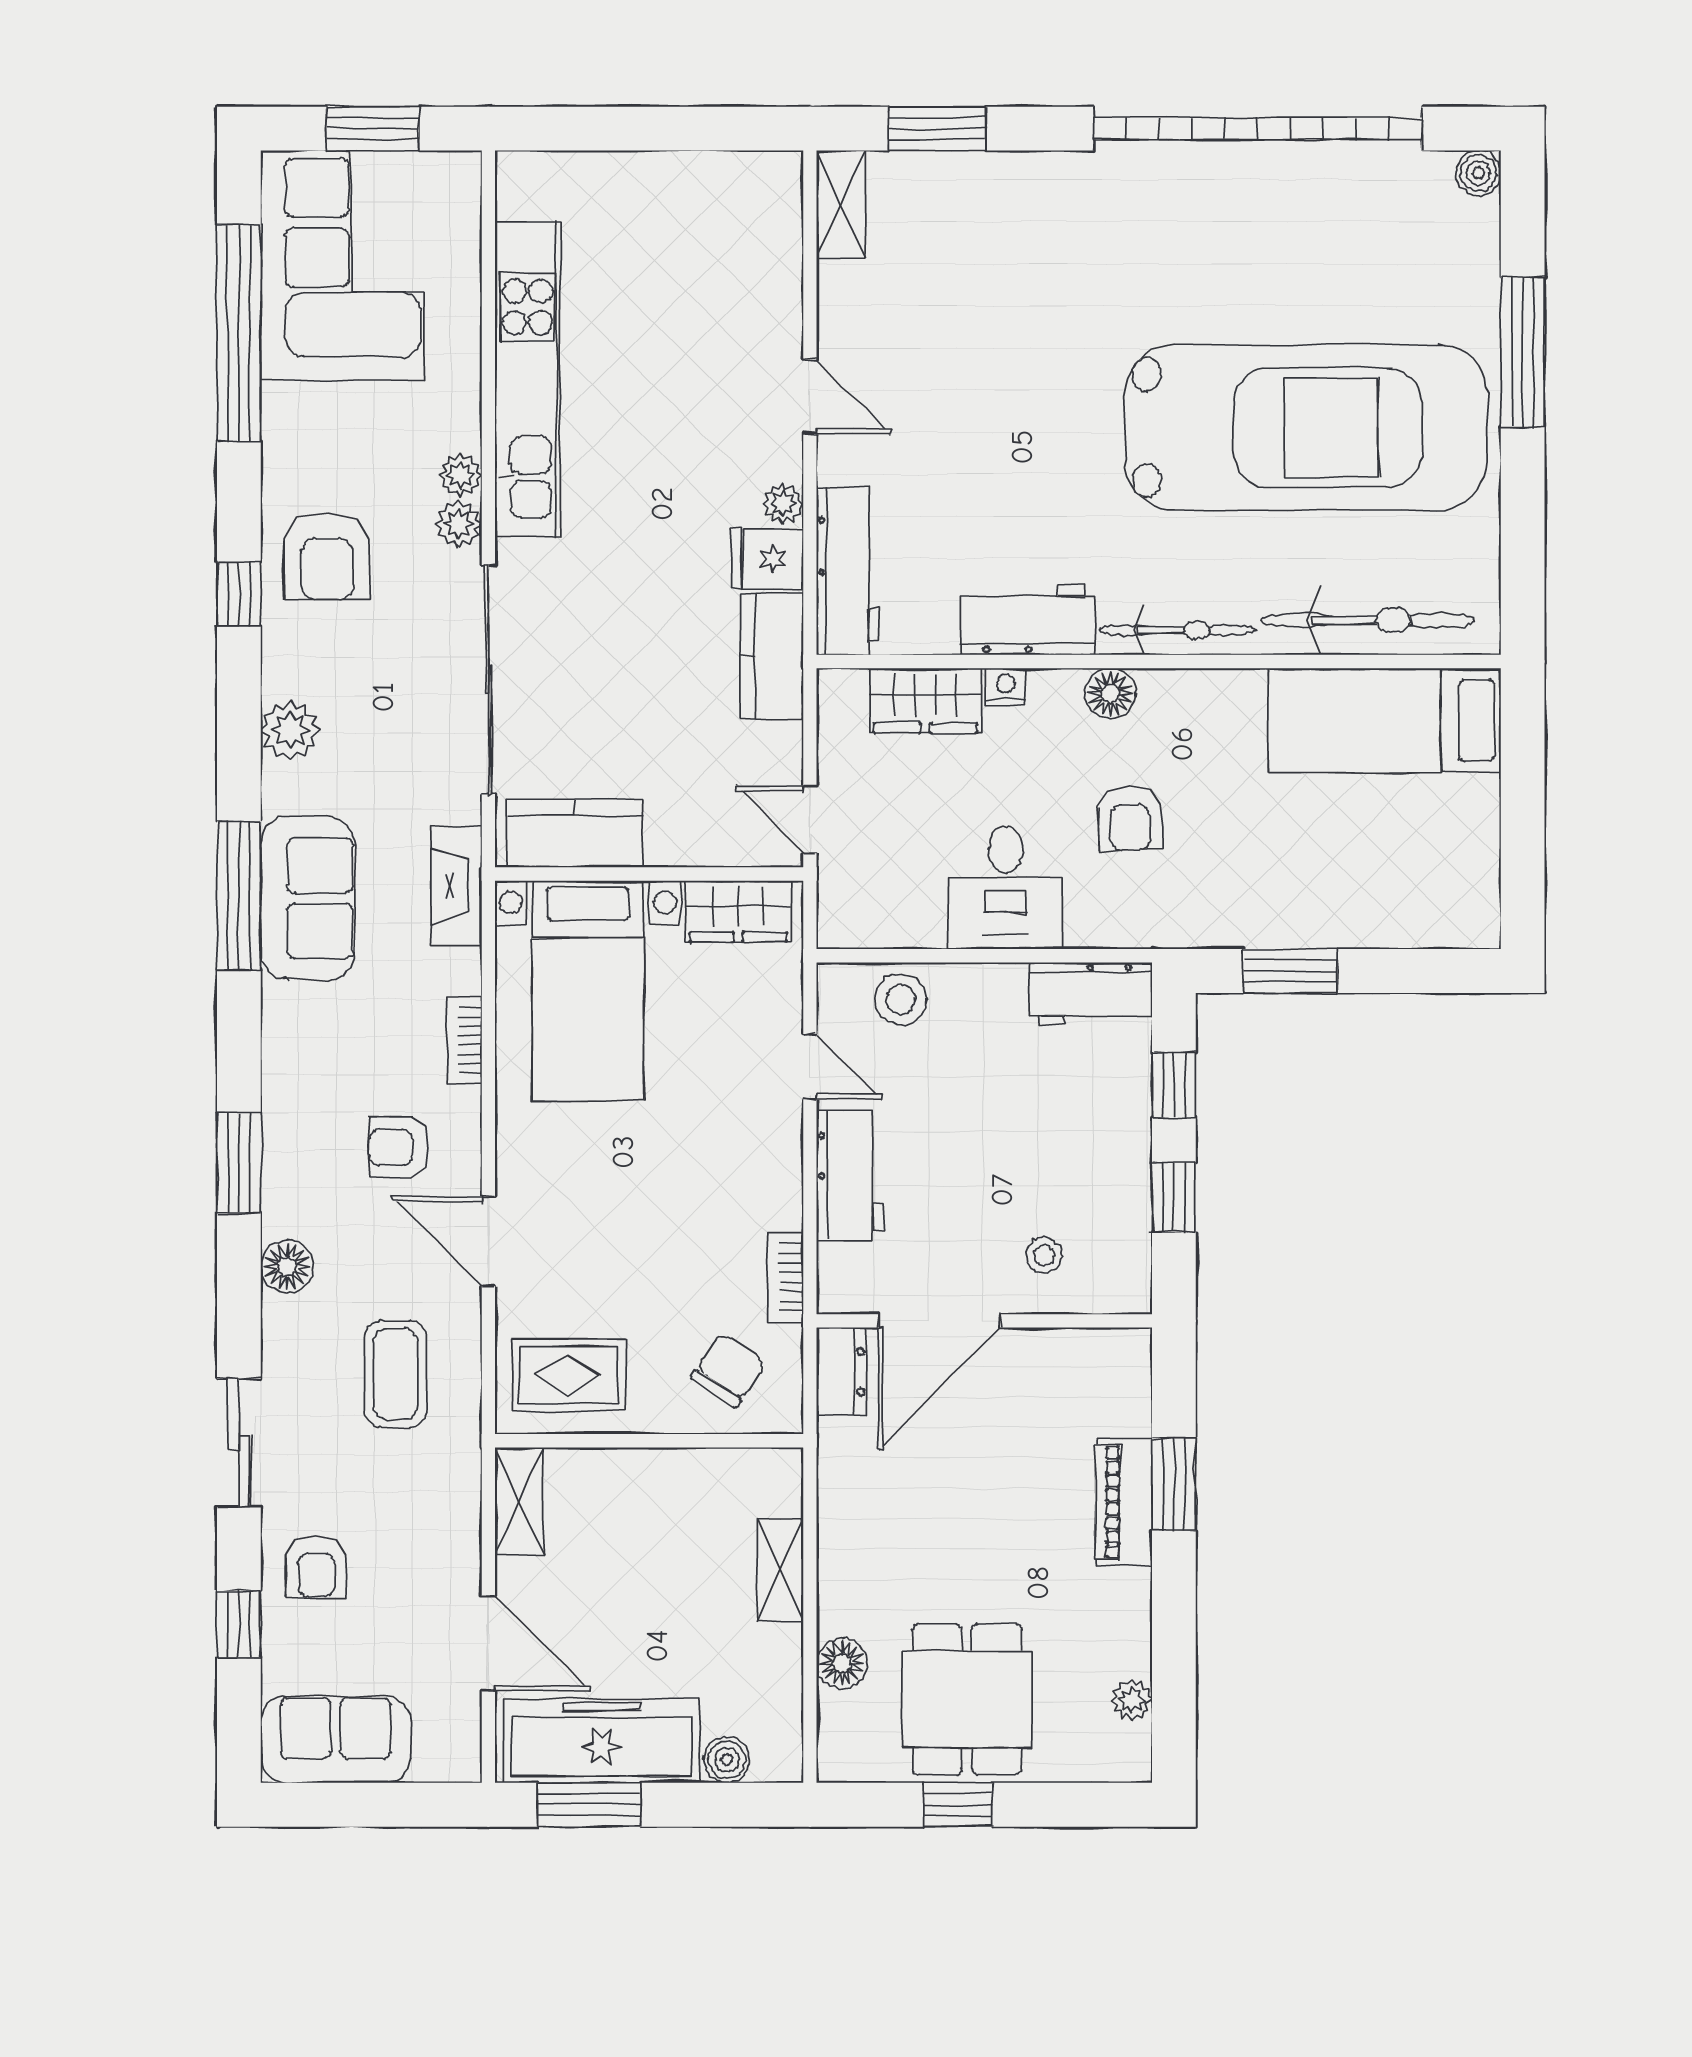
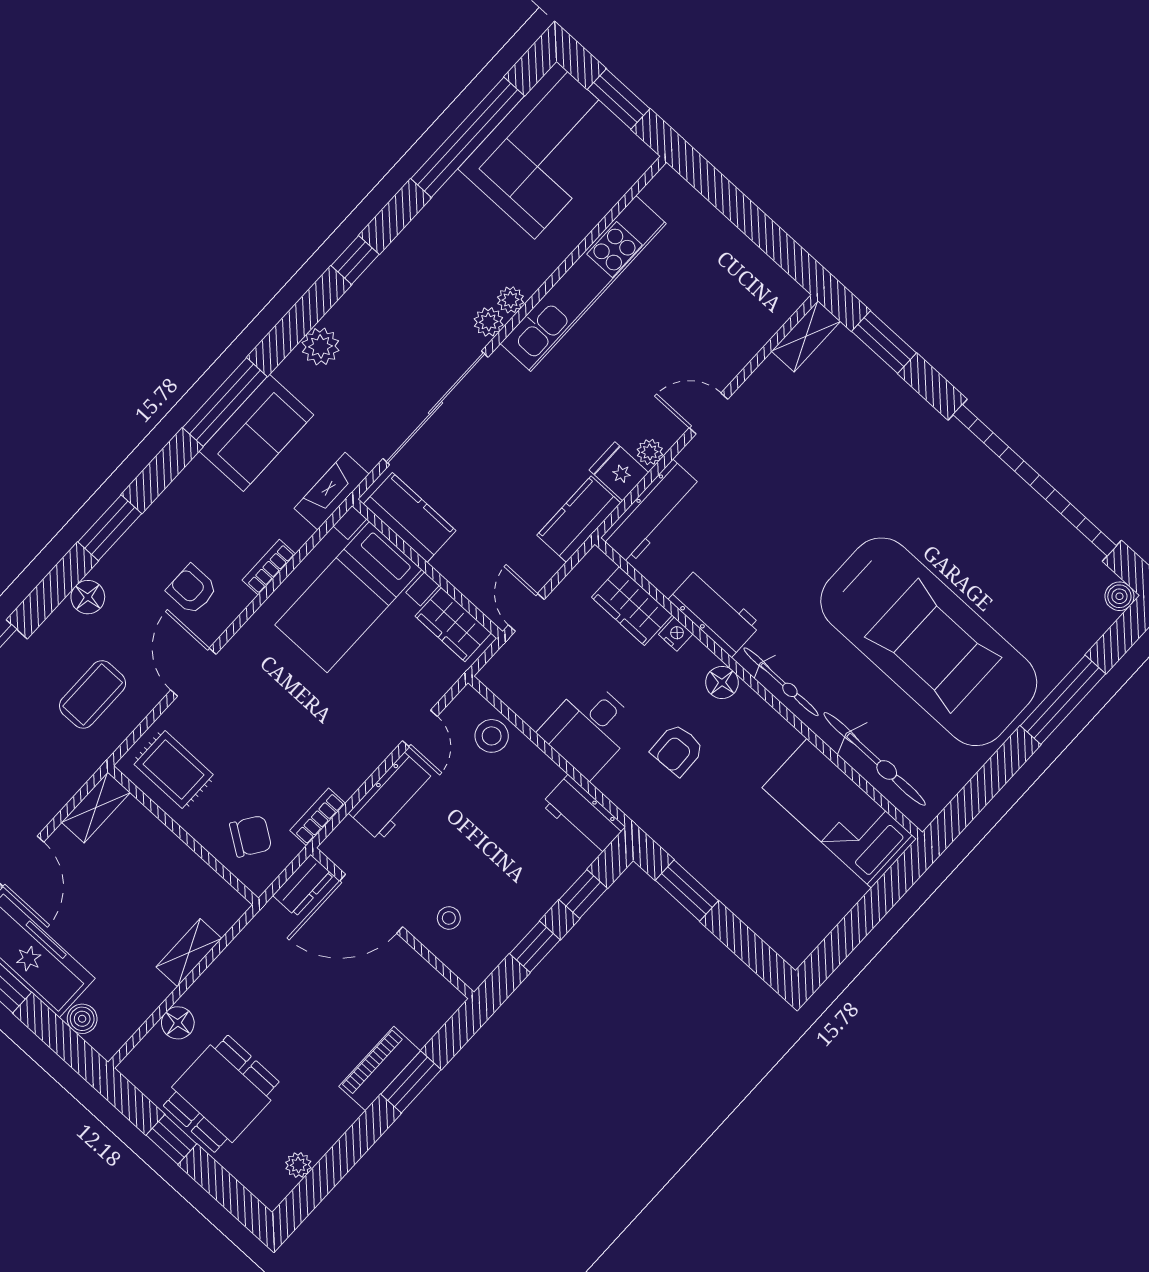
door: (810, 397) -> (709, 414), swing flipped
armchair: (327, 557) -> (413, 281), removed

